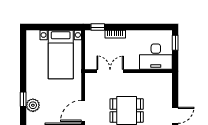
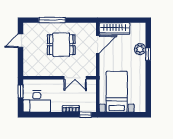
window: (175, 43) -> (21, 91), moved
desk: (156, 57) -> (37, 102), moved, turned 180

